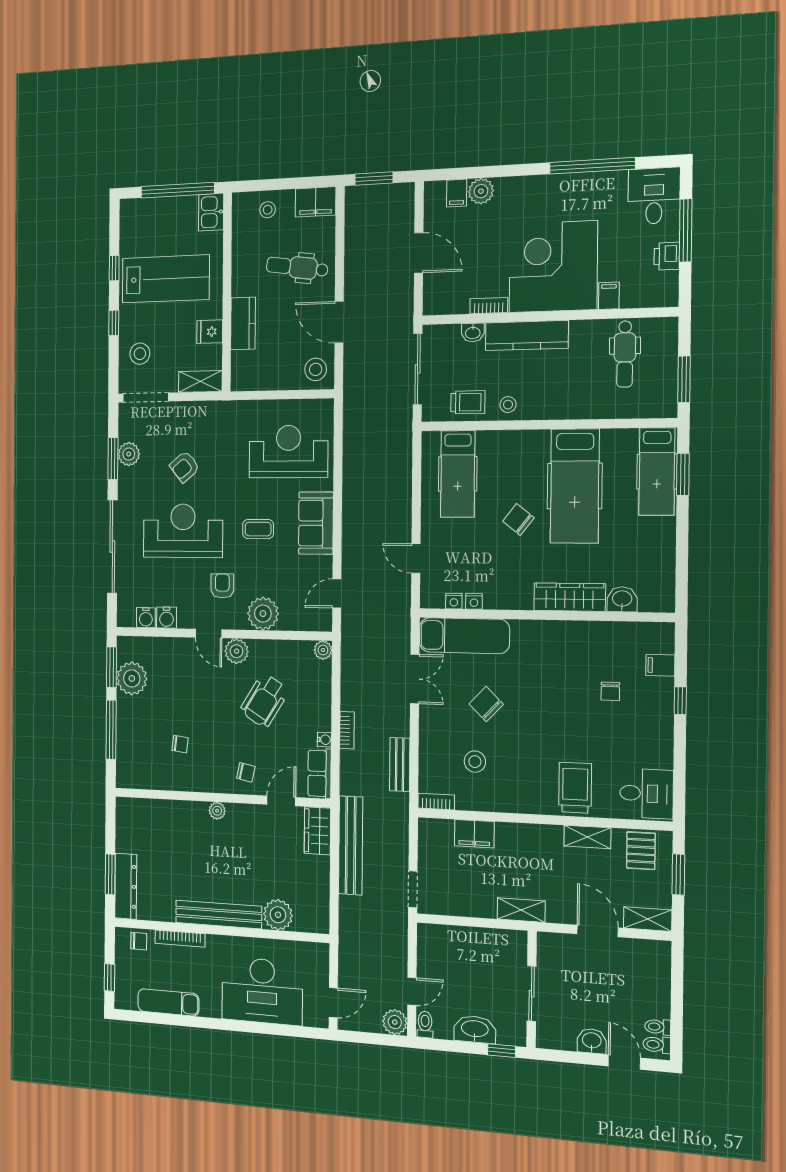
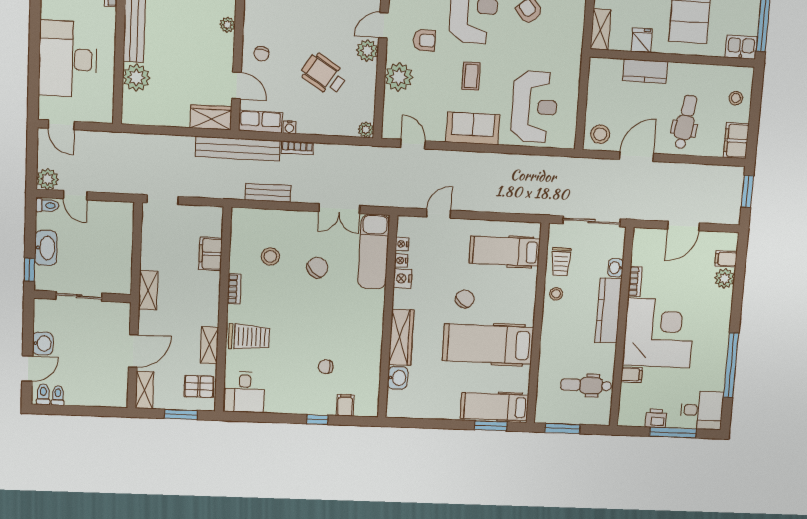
nightstand: (496, 599) -> (403, 278), added
bookcase: (436, 802) -> (234, 289), moved
bench: (351, 845) -> (238, 149), moved

